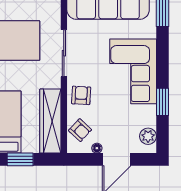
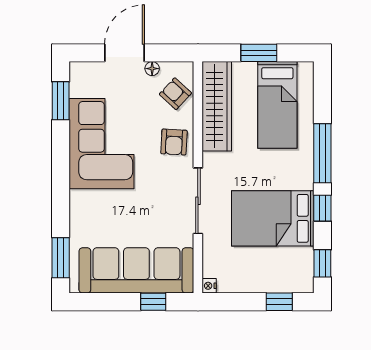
corner sofa: (133, 71) -> (102, 144), moved
window: (162, 102) -> (61, 101), moved
plant: (148, 136) -> (81, 85), removed

